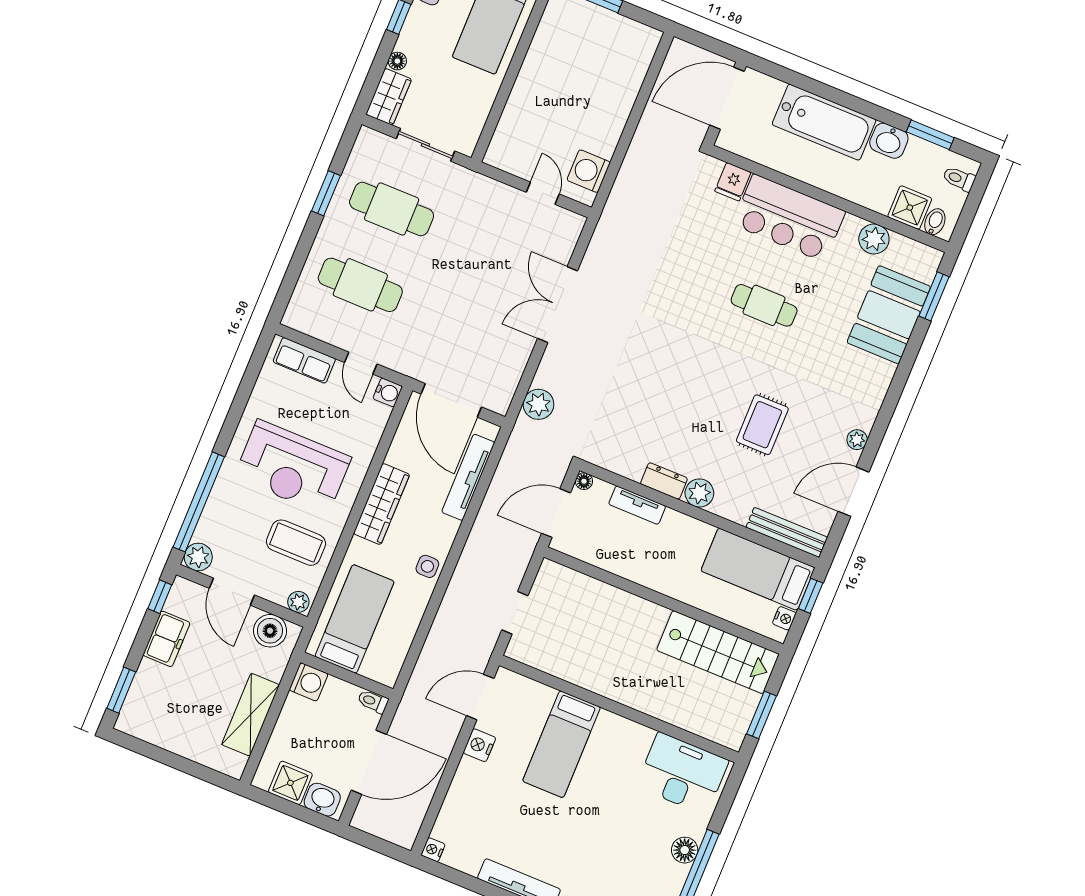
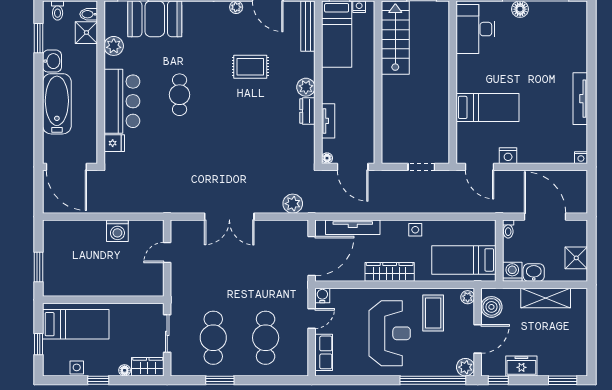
washing machine: (589, 171) -> (117, 231), moved
washbasin: (322, 800) -> (534, 273), moved, turned 90

